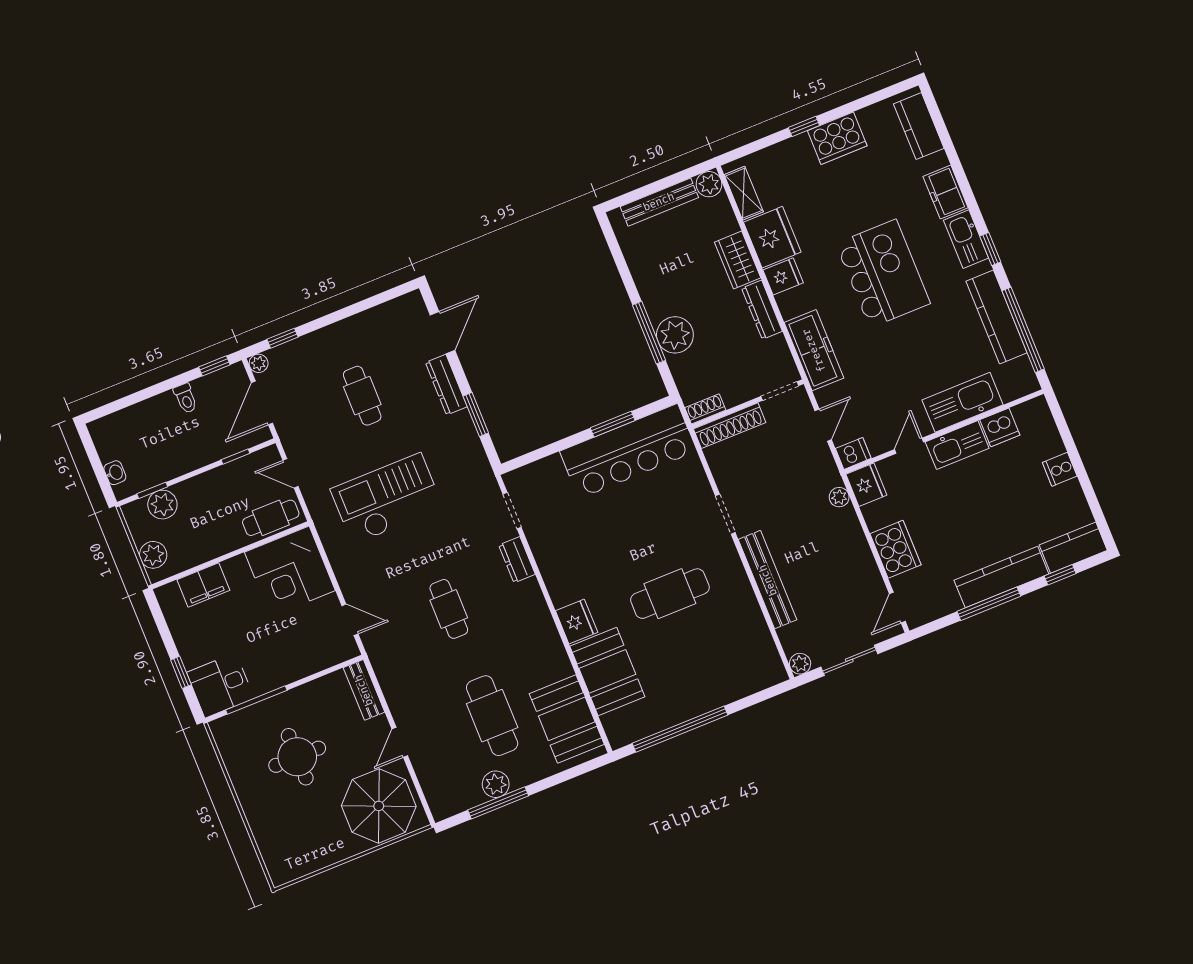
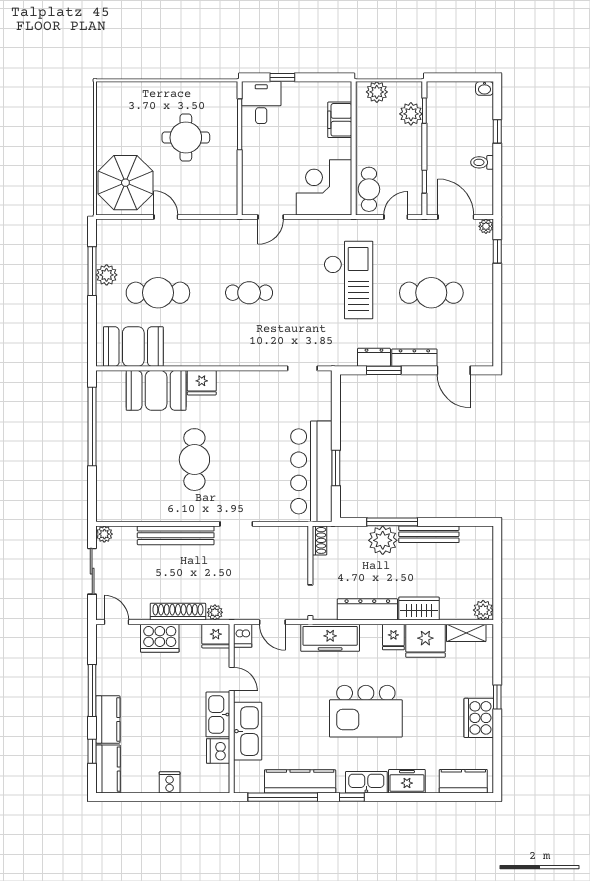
bench: (659, 202) -> (429, 534), moved, turned 90
dresser: (762, 310) -> (367, 609), width x1.37, depth x1.24
window: (214, 366) -> (497, 131), moved
cafe table: (362, 396) -> (431, 293), width x1.37, depth x1.35
shoe rack: (730, 426) -> (178, 612), moved, turned 90
washbasin: (115, 473) -> (484, 88), moved
dresser: (517, 560) -> (374, 357), moved
kitchen counter: (1001, 577) -> (108, 719), width x0.67
bench: (364, 690) -> (215, 206), removed

